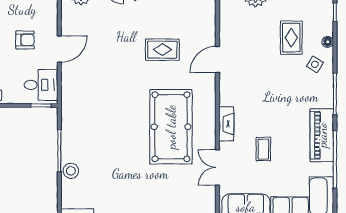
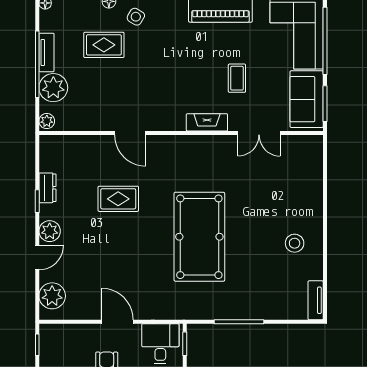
rug: (162, 50) -> (118, 199), turned 90
pool table: (171, 127) -> (199, 237), moved, turned 90
coffee table: (263, 149) -> (237, 78), turned 90
stool: (71, 171) -> (295, 243), moved

